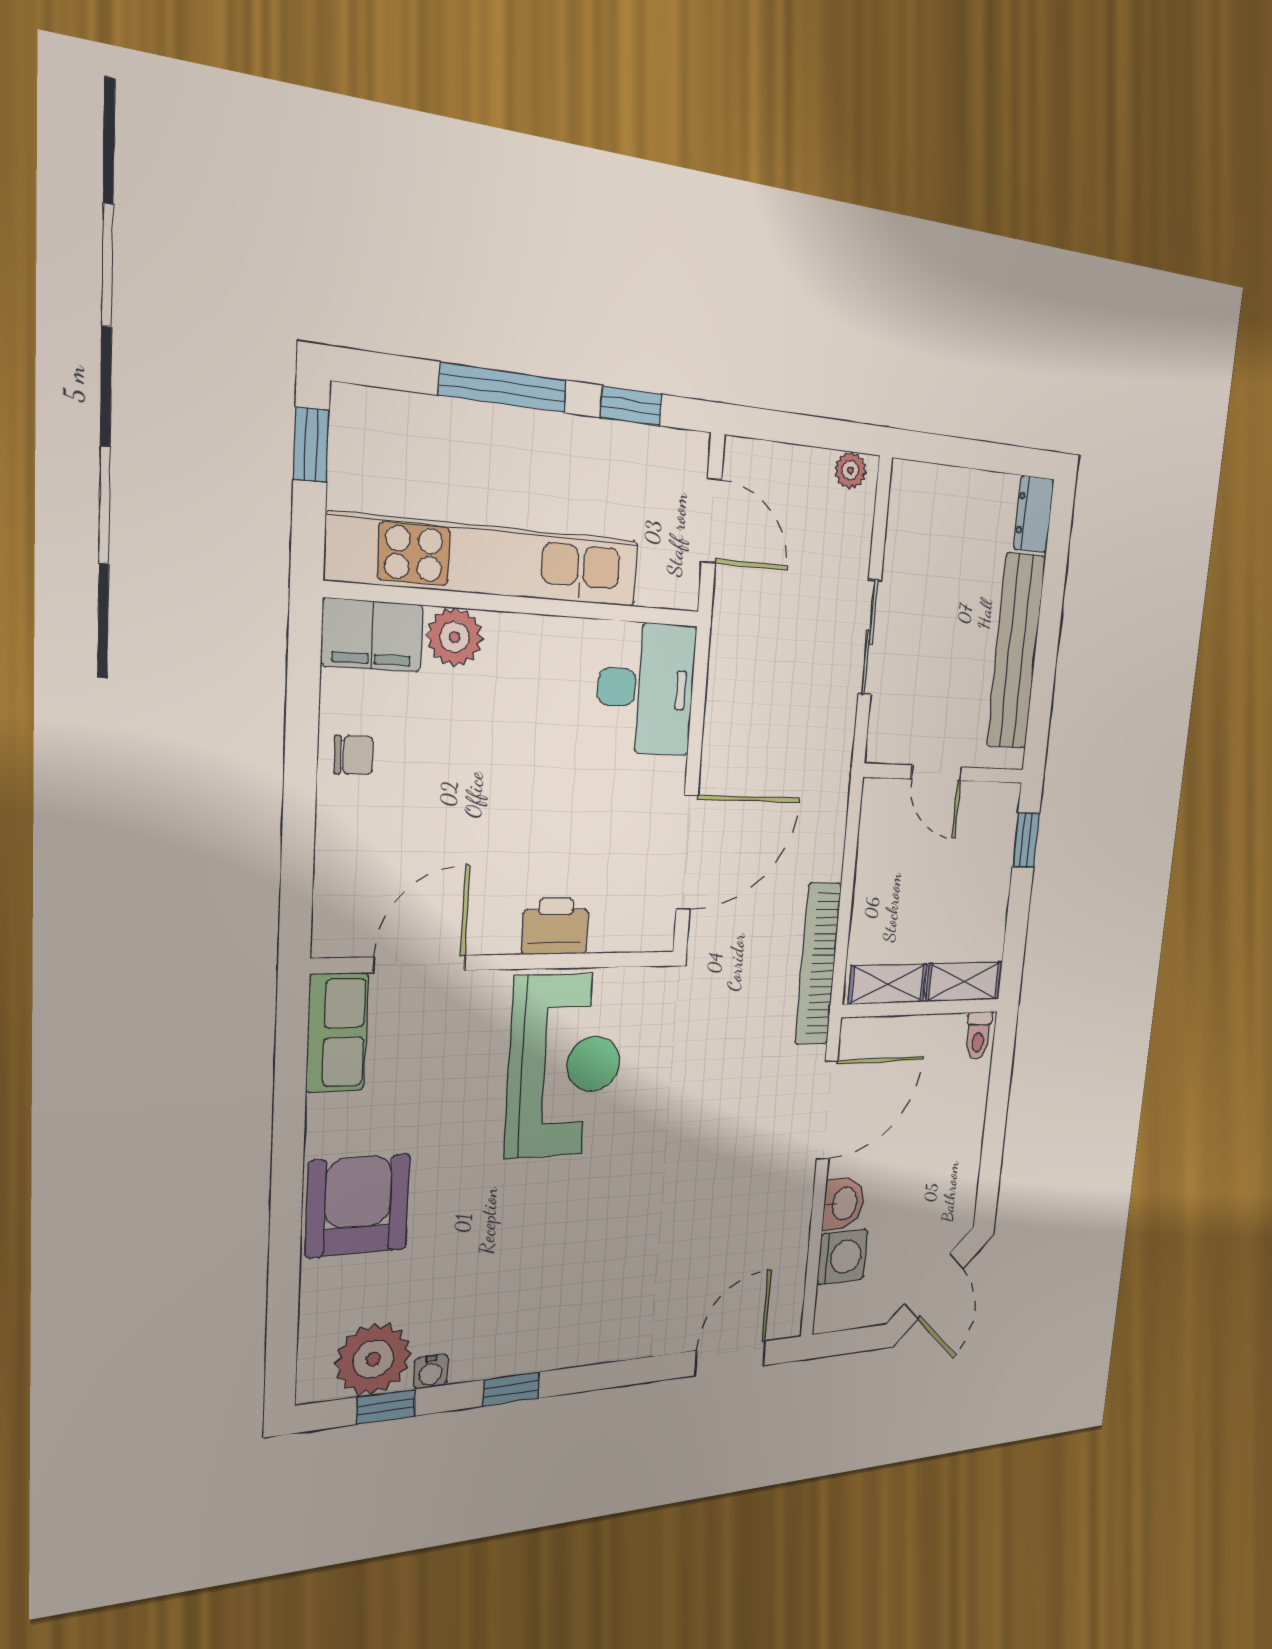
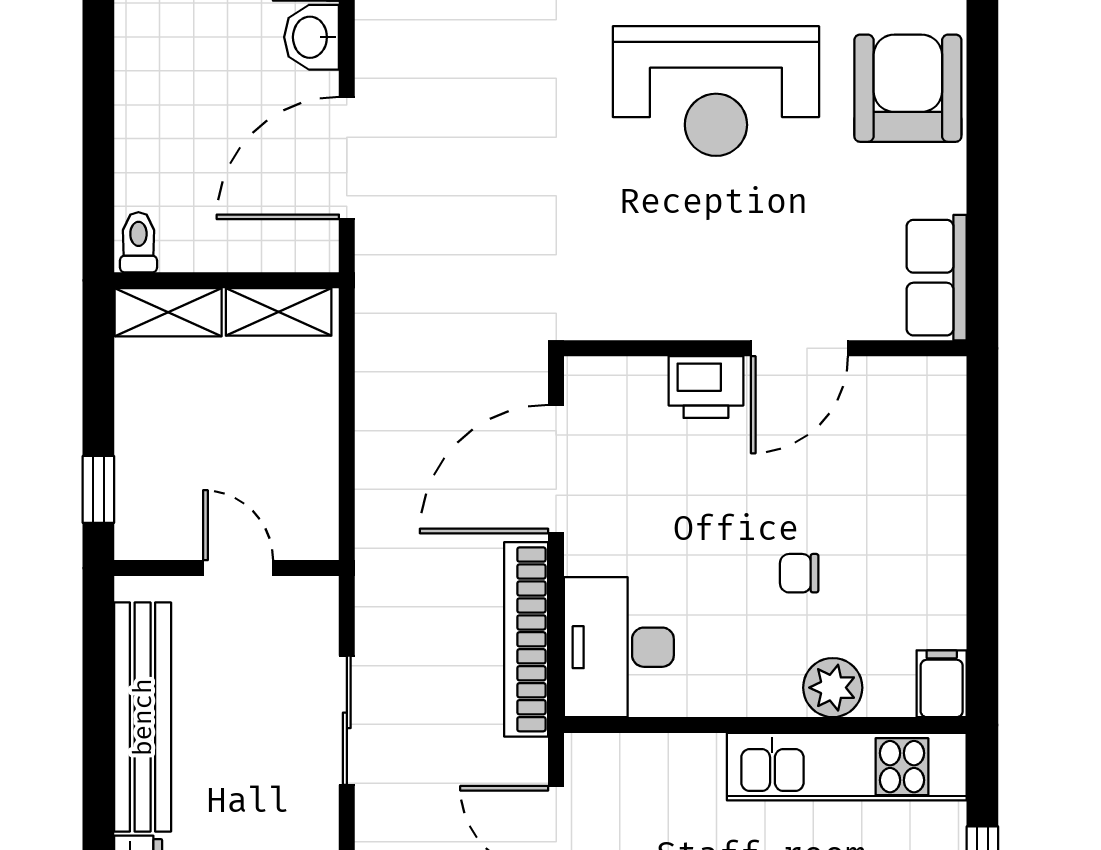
kitchen unit: (487, 560) -> (847, 767), width x0.73
filing cabinet: (372, 635) -> (942, 684), width x0.50
chair: (354, 755) -> (799, 573), moved
door: (420, 964) -> (799, 348), moved
bookcase: (818, 964) -> (526, 639), moved, turned 180
reception desk: (565, 1065) -> (716, 91), moved, turned -90
armchair: (358, 1205) -> (908, 88), turned 180

